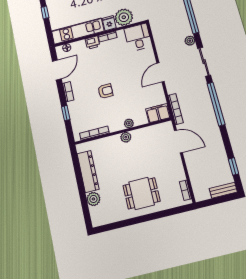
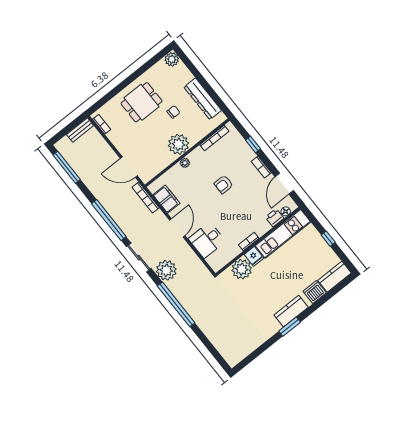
desk: (138, 37) -> (207, 240), moved, turned 90
plant: (190, 41) -> (166, 270), width x1.87, depth x1.87
printer: (92, 43) -> (275, 218), moved
filing cabinet: (158, 113) -> (166, 199), moved, turned -90
plant: (126, 137) -> (178, 144), width x1.88, depth x1.88
window: (234, 166) -> (67, 167), width x2.17
chair: (118, 172) -> (173, 112), added
bench: (223, 190) -> (80, 130), moved
plant: (93, 199) -> (172, 59), moved

